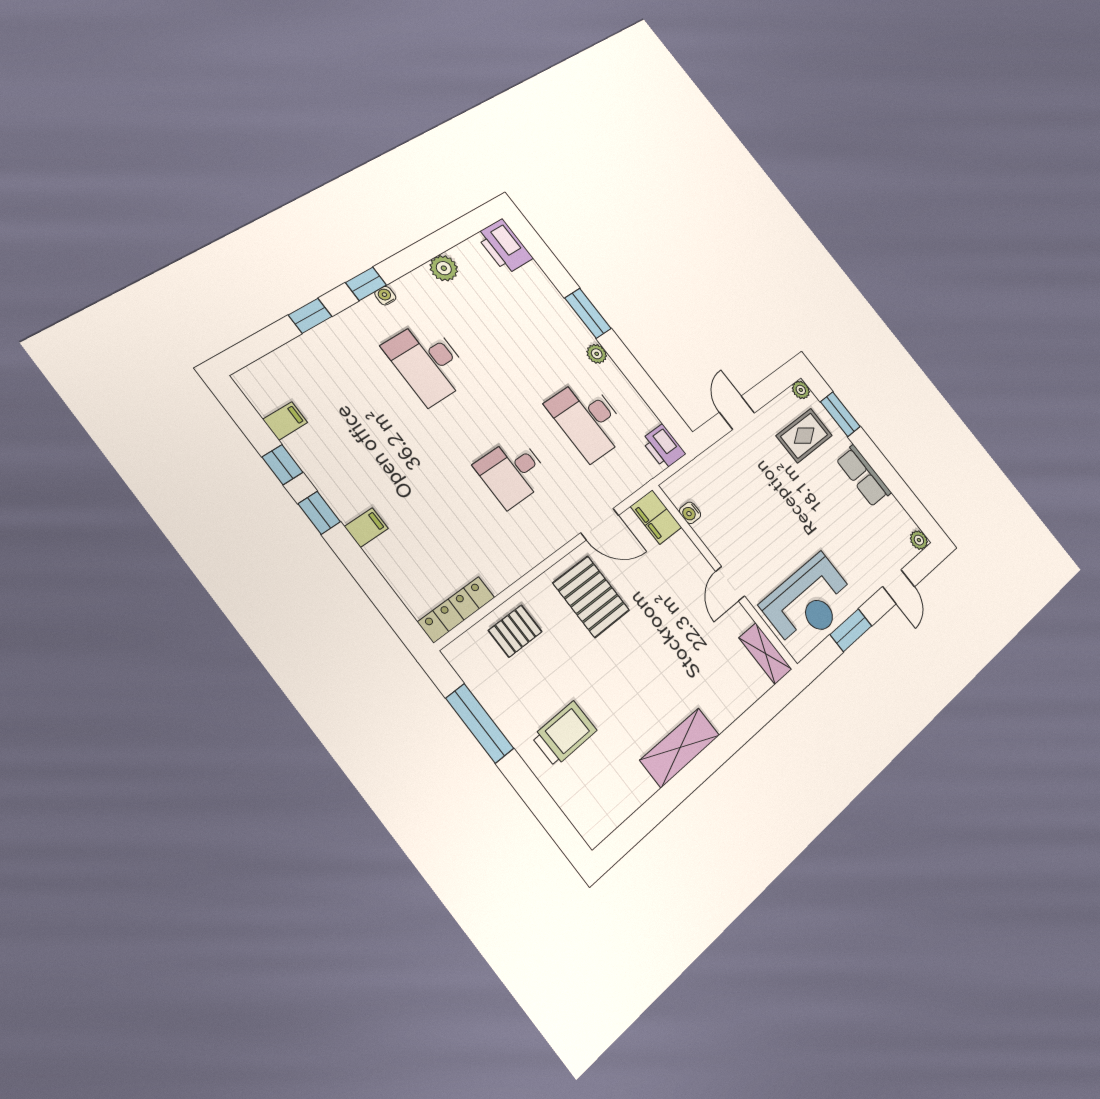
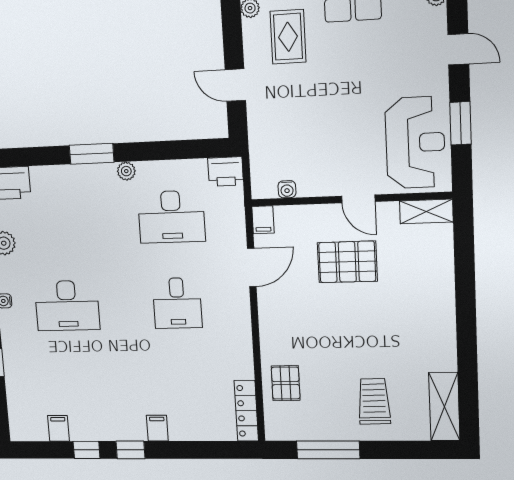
filing cabinet: (656, 517) -> (263, 220), width x0.50
pallet: (591, 597) -> (347, 262), moved
shelving: (680, 748) -> (444, 407), moved

